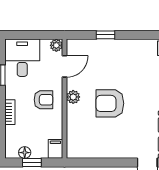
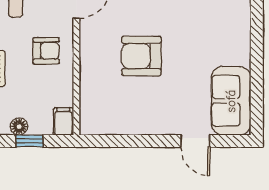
plant: (73, 97) -> (89, 47), removed

